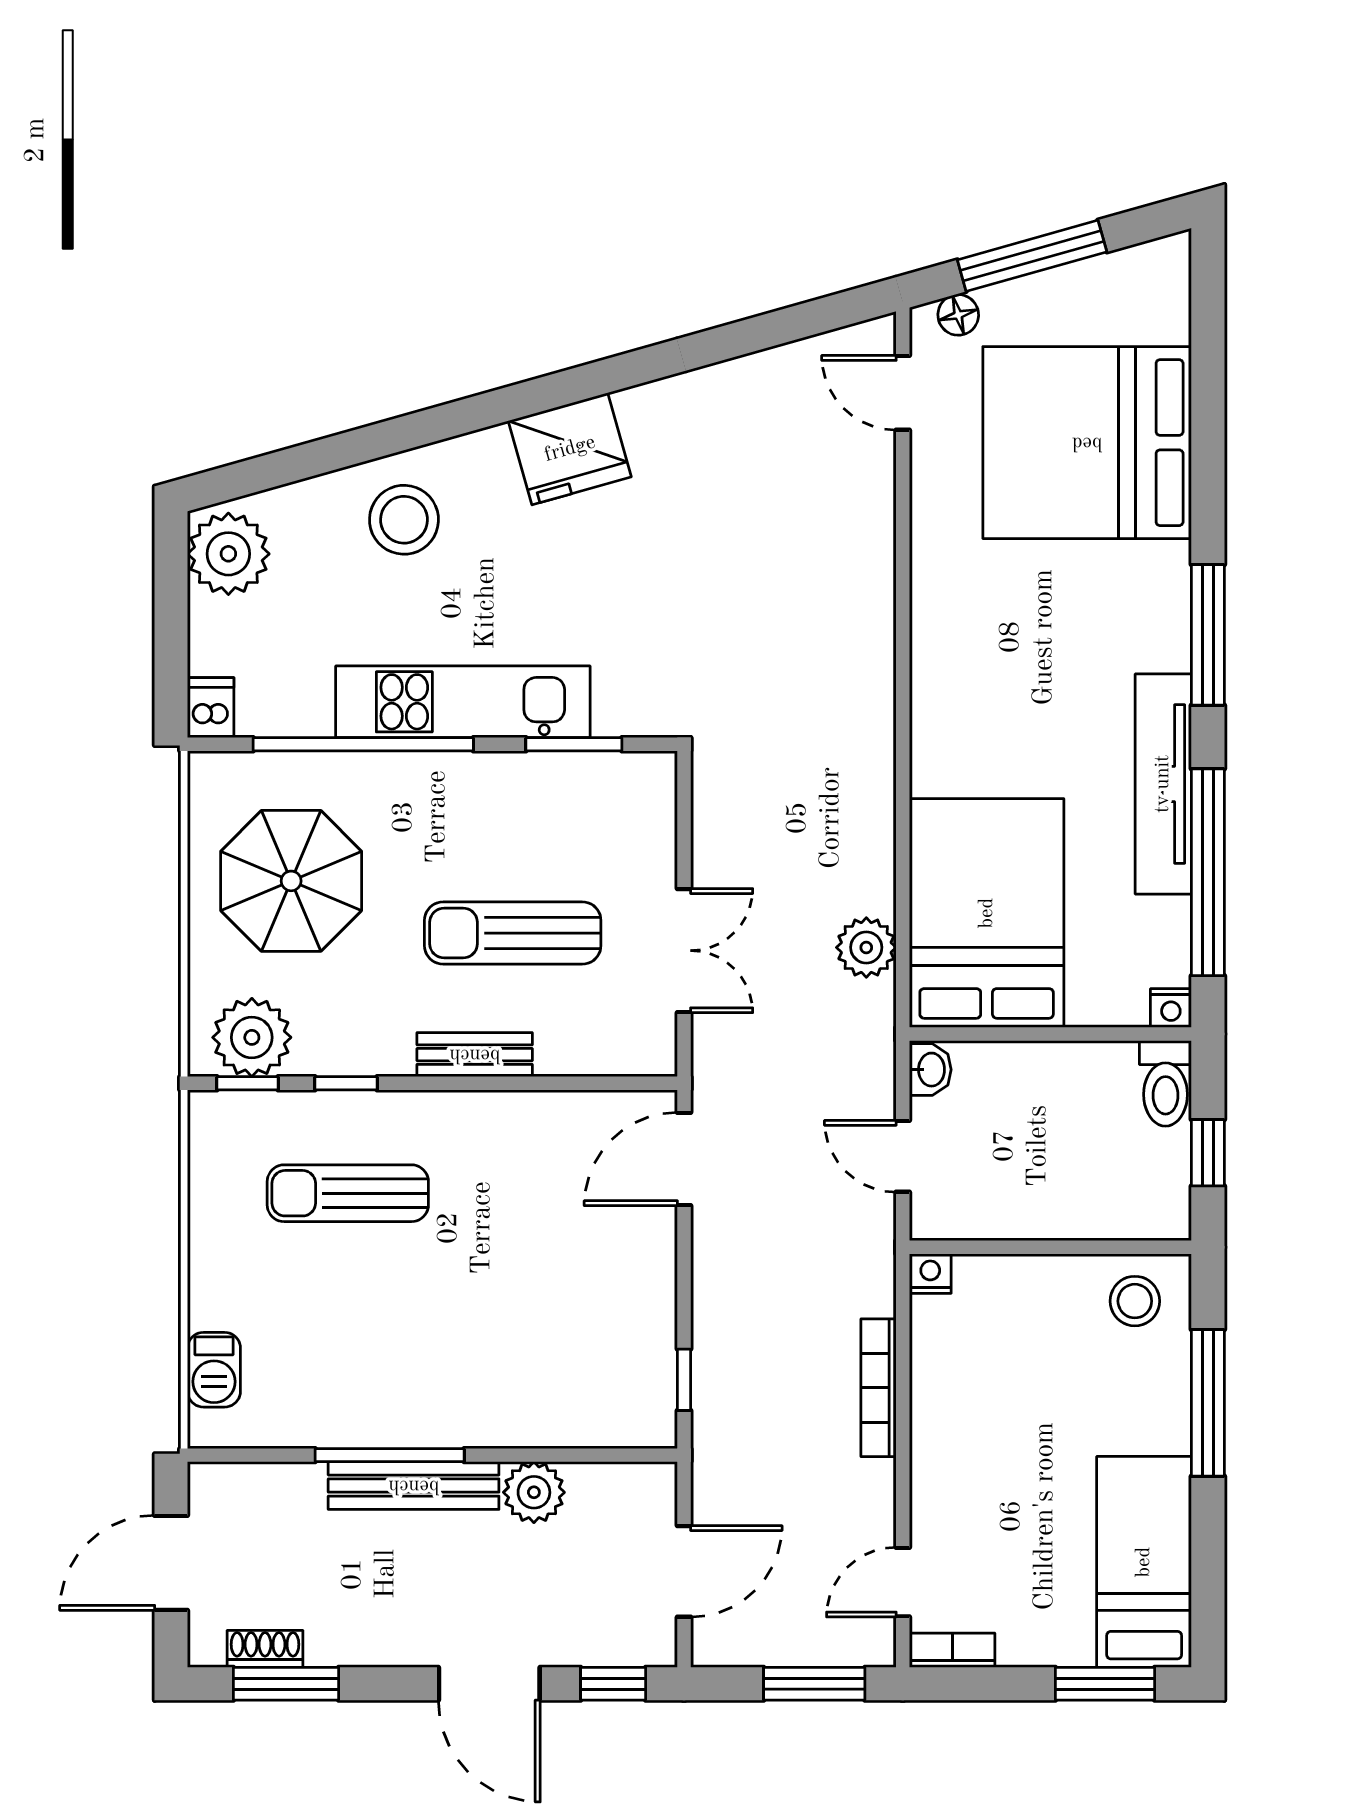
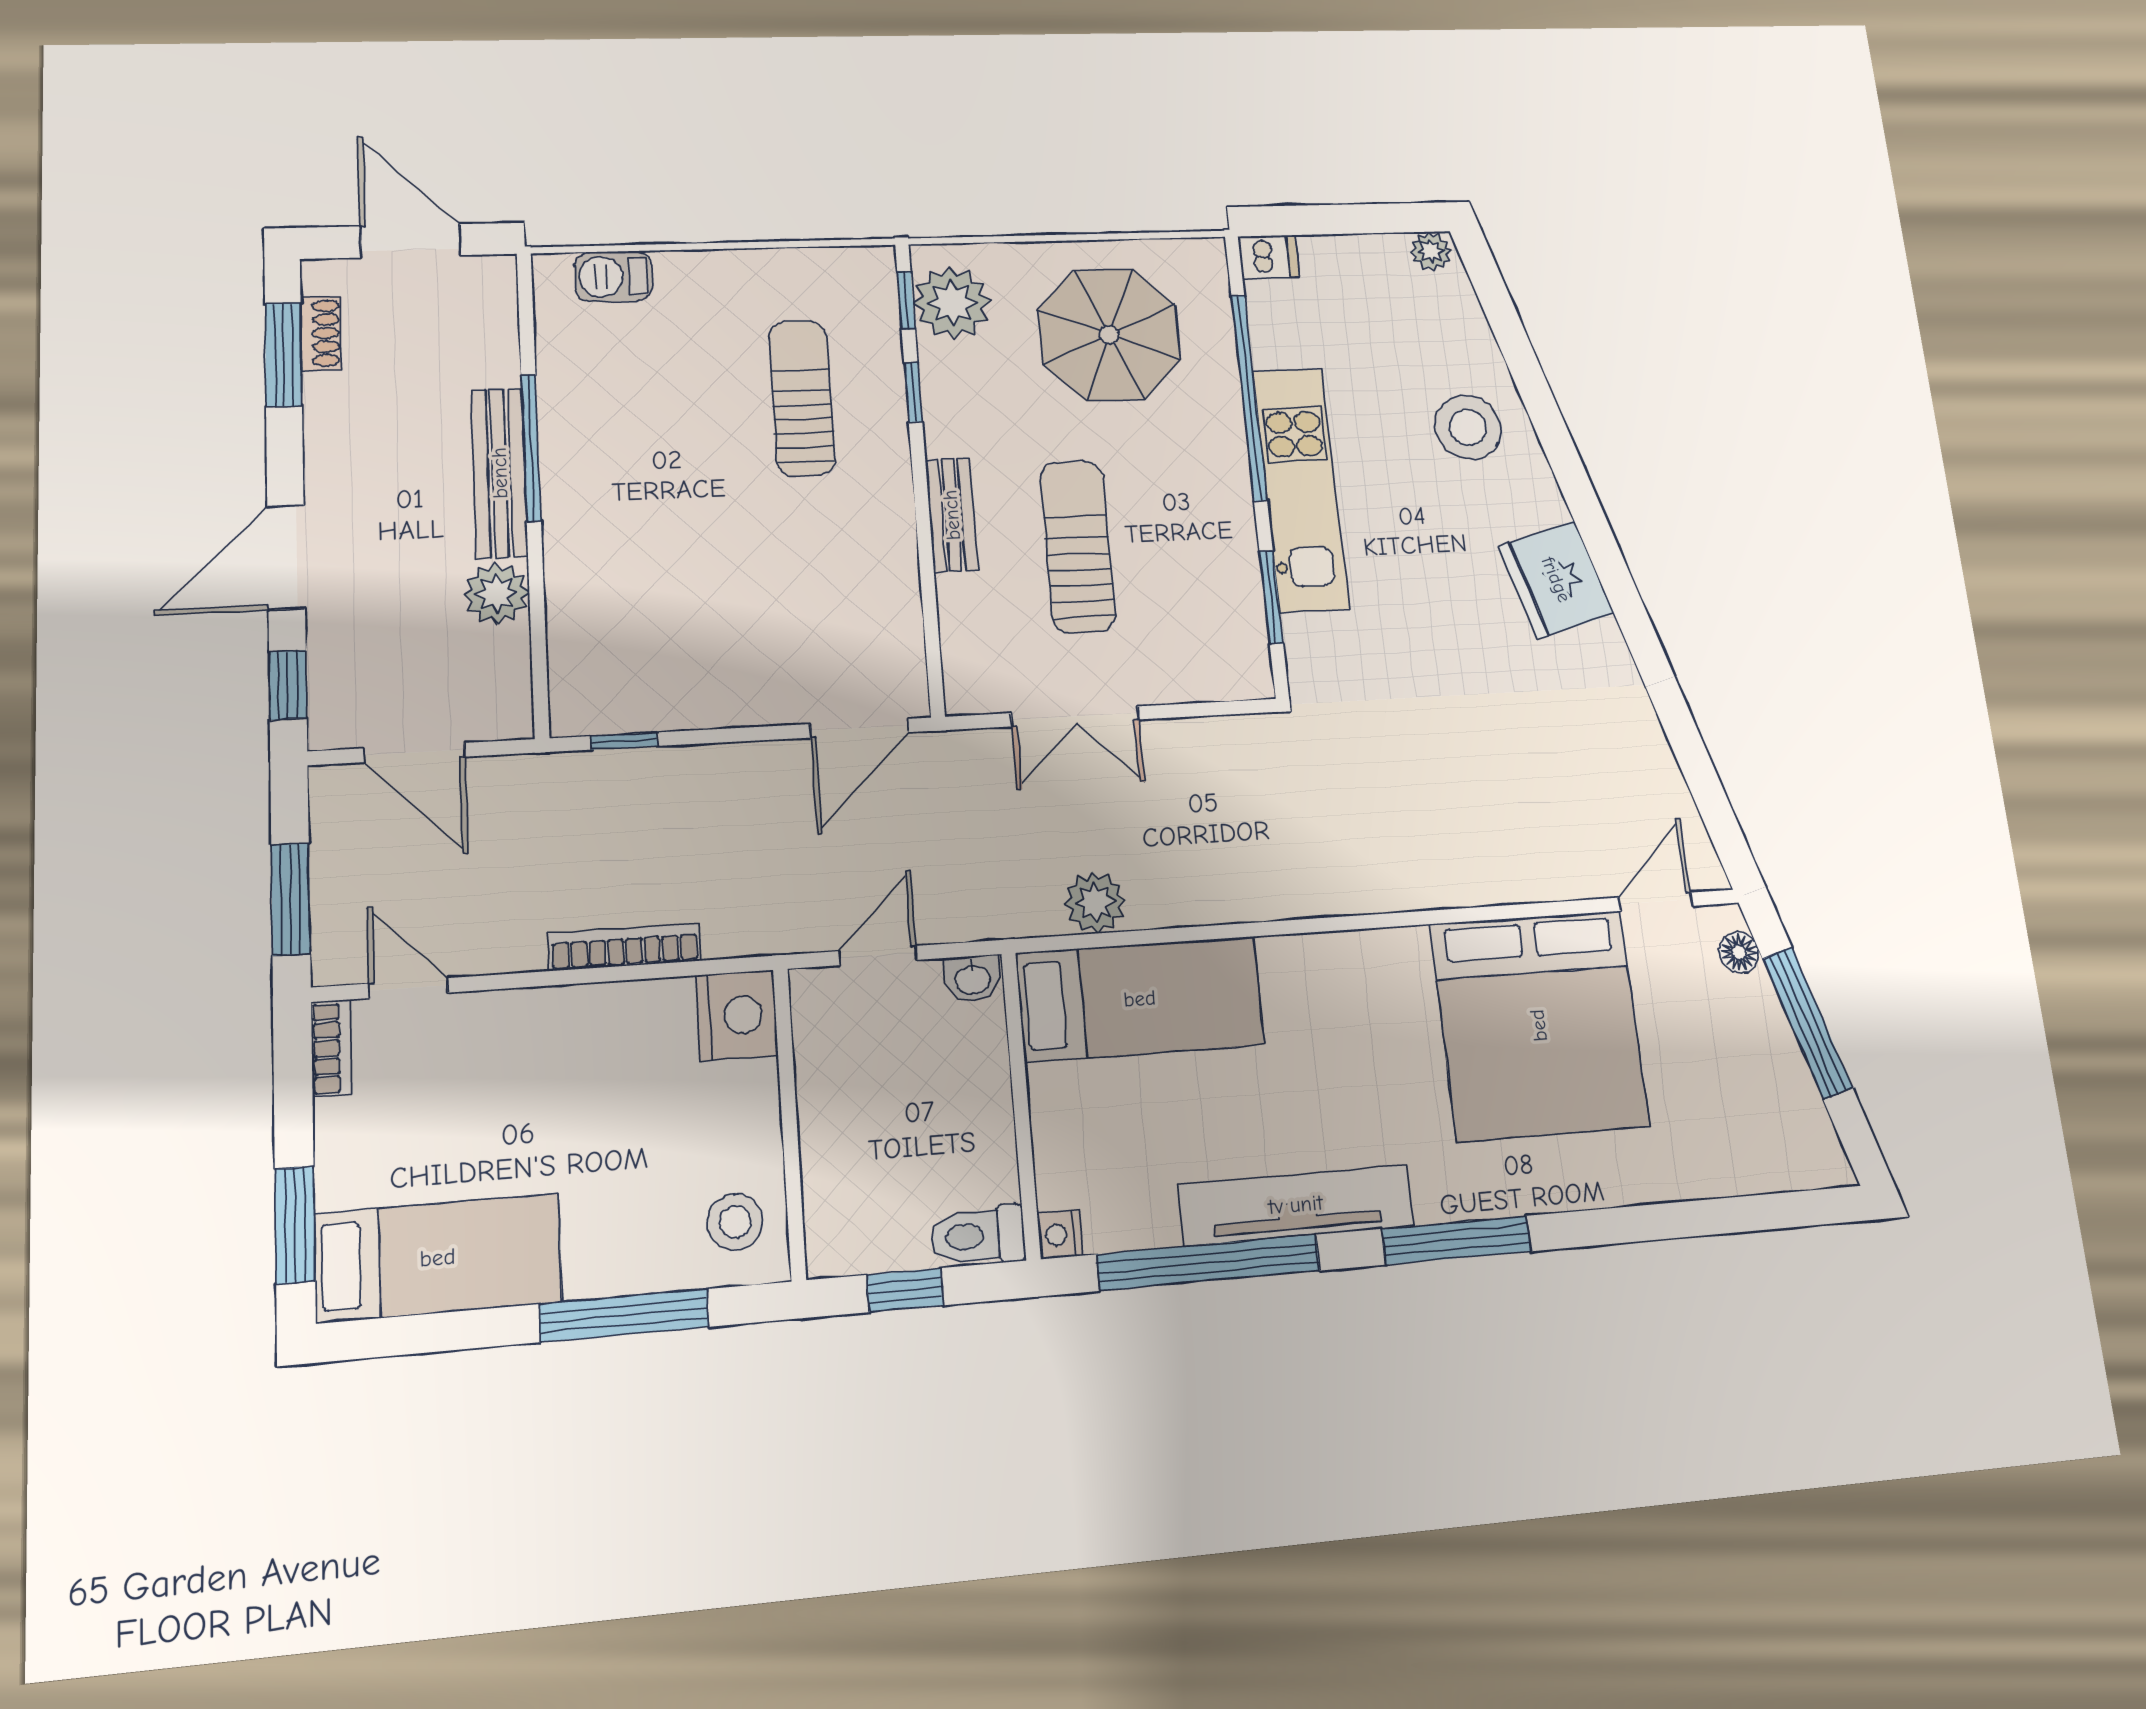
bed: (1087, 443) -> (1539, 1025), moved, turned 180
plant: (228, 554) -> (1431, 251), width x0.53, depth x0.53
bed: (987, 913) -> (1140, 999), width x0.67
door: (684, 1159) -> (859, 728), swing flipped
nightstand: (930, 1274) -> (737, 1015), width x1.89, depth x1.79

